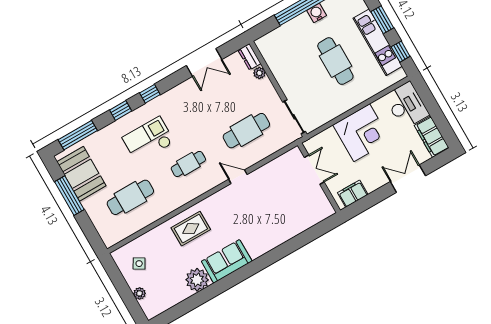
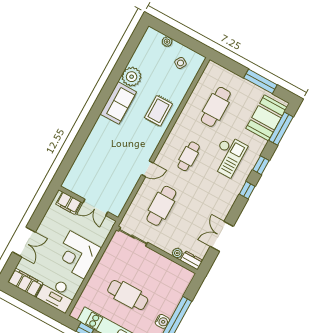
booth: (81, 174) -> (266, 118), moved, turned 90
filing cabinet: (353, 194) -> (69, 203), moved, turned 90

